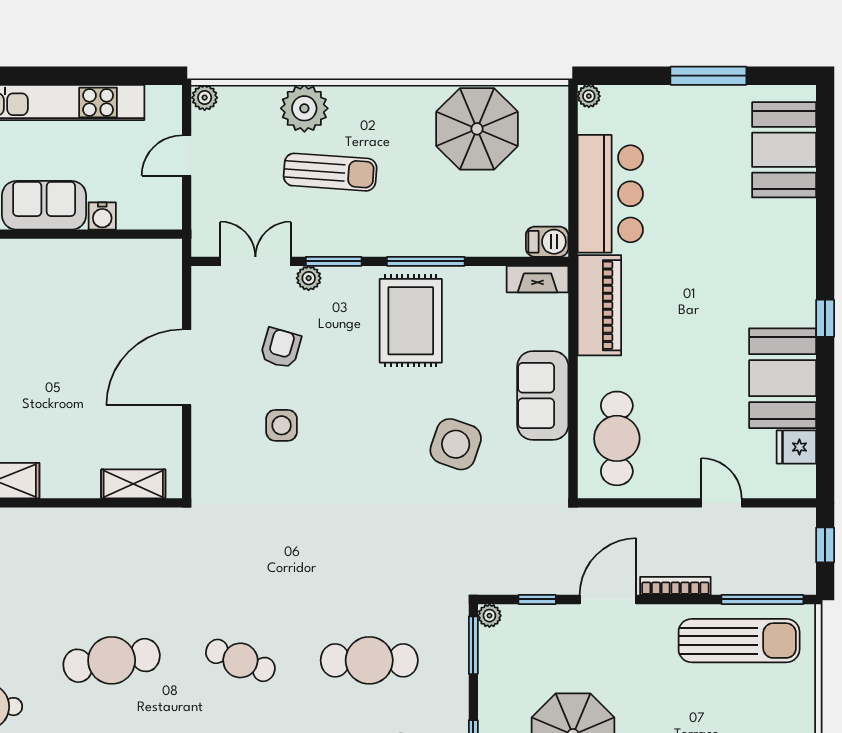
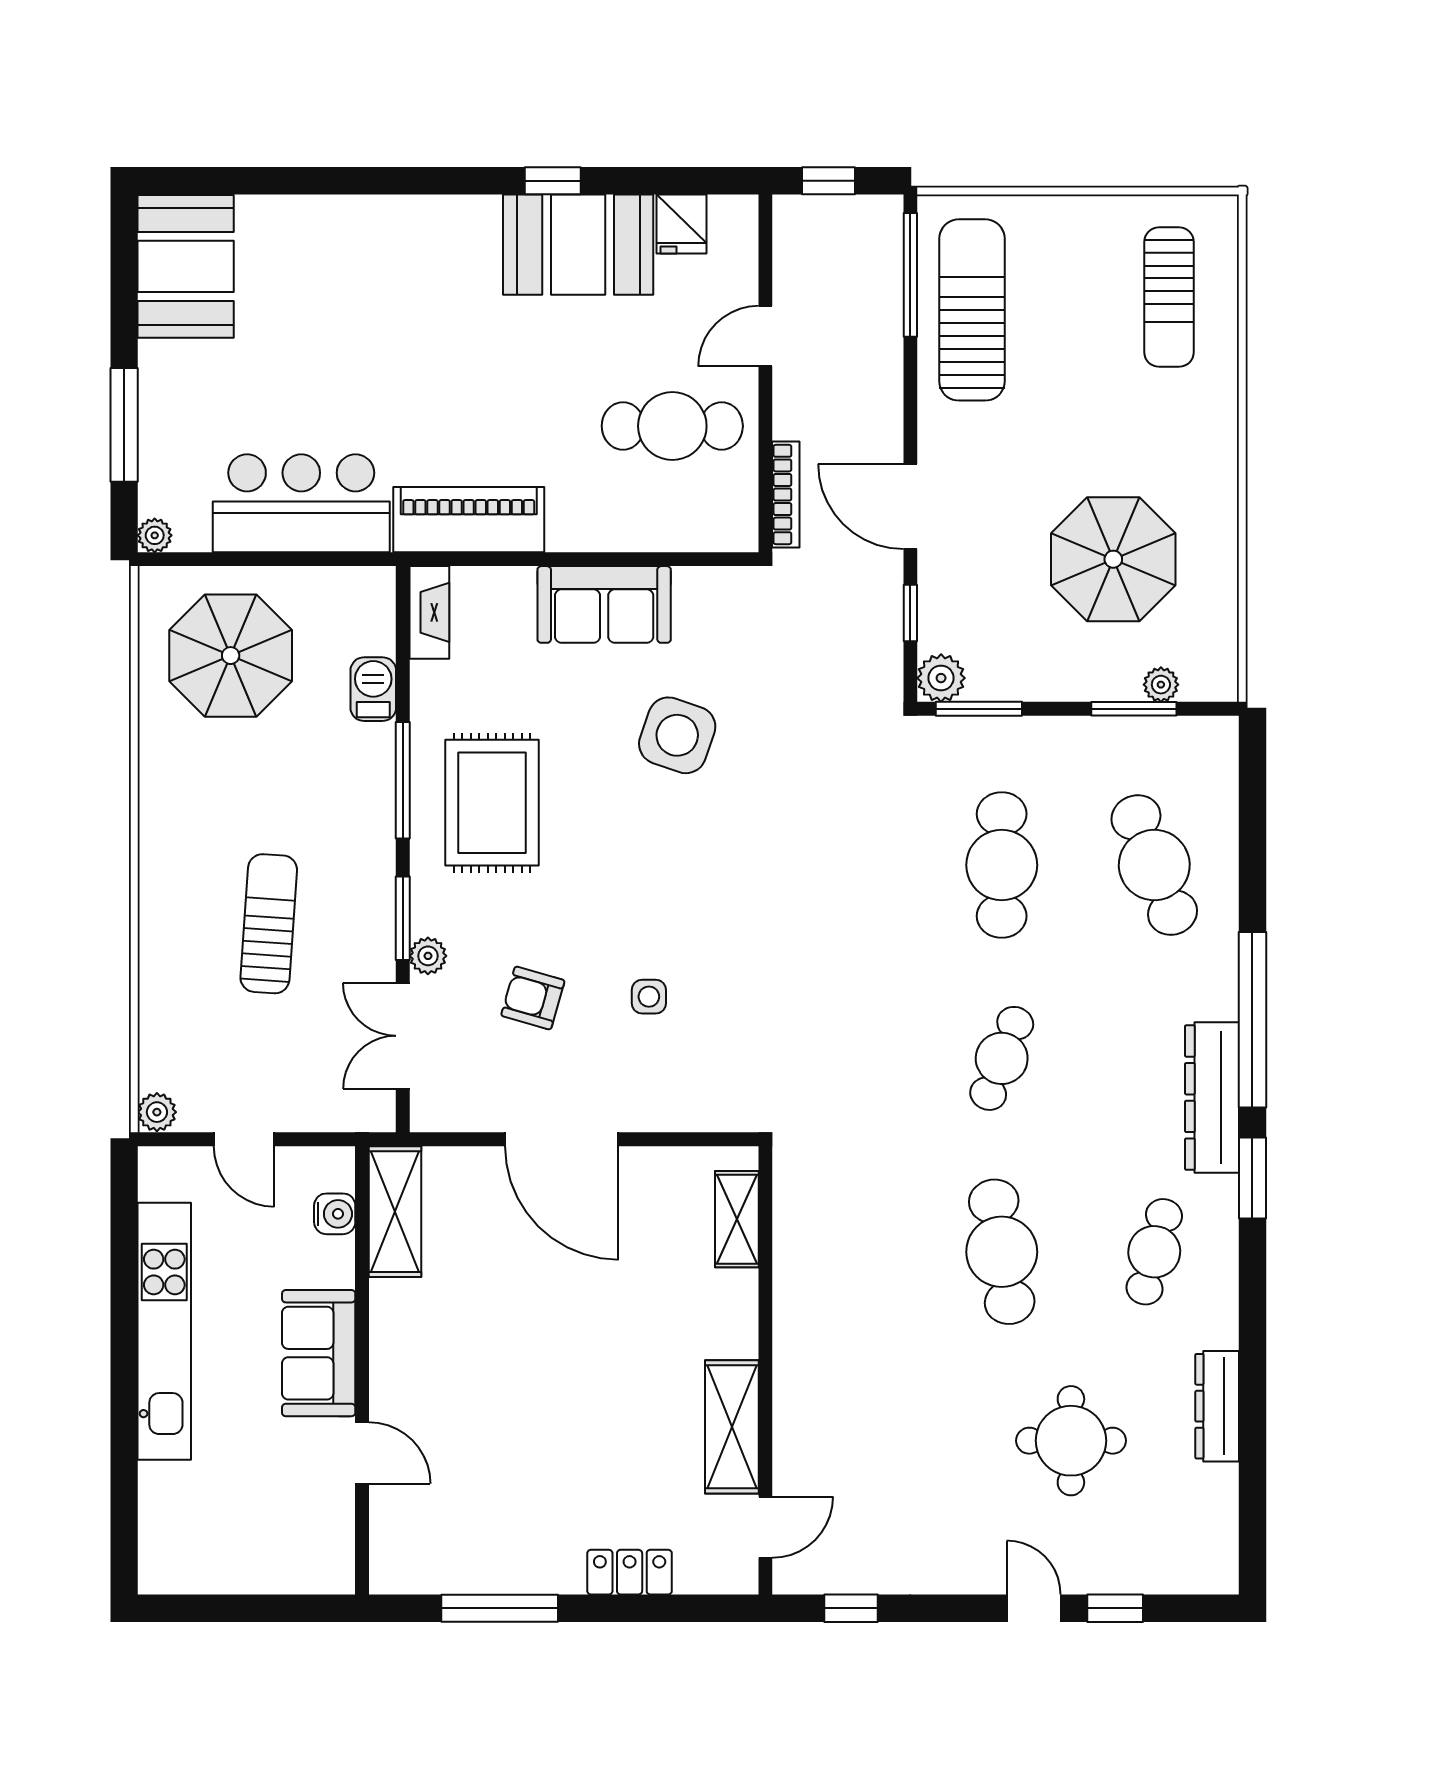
window: (708, 76) -> (124, 425), moved
plant: (304, 108) -> (173, 962), removed
parasol: (477, 129) -> (231, 656), moved
booth: (784, 150) -> (186, 266), moved, turned 90
water cooler: (102, 216) -> (335, 1214), moved
barbecue: (547, 242) -> (373, 689), moved
shelving: (138, 256) -> (395, 1212), added
window: (825, 318) -> (553, 181), moved
rug: (411, 321) -> (492, 803), turned 90
side table: (282, 425) -> (649, 997), width x0.73, depth x0.73
cafe table: (617, 438) -> (672, 426), moved
bookcase: (675, 586) -> (786, 495), moved, turned 180
plant: (489, 616) -> (941, 678), width x1.38, depth x1.38

